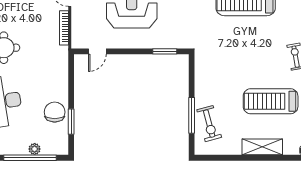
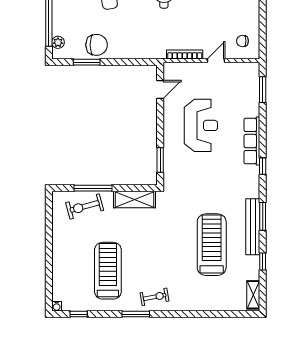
door: (97, 51) -> (160, 90), swing flipped
shelving: (262, 147) -> (134, 199), moved, turned 90
plant: (35, 149) -> (58, 42), moved

